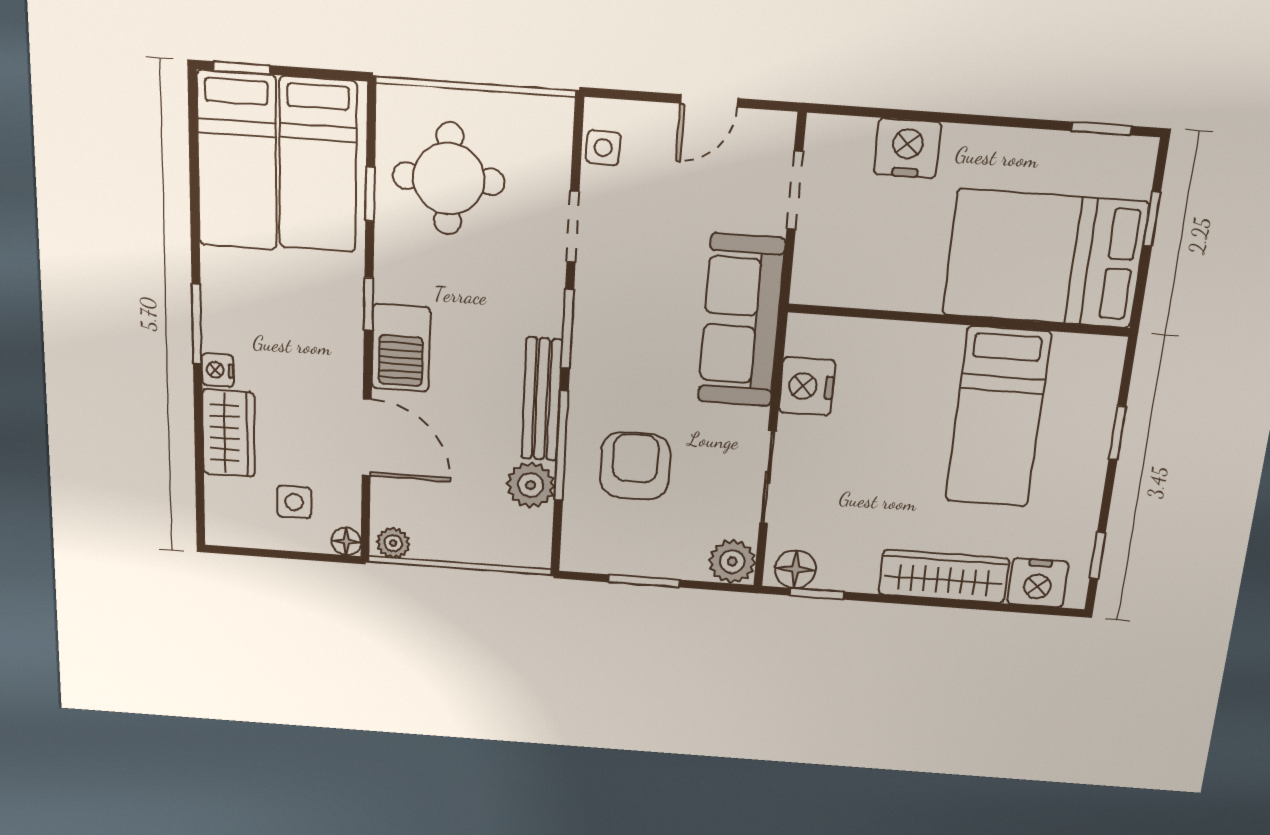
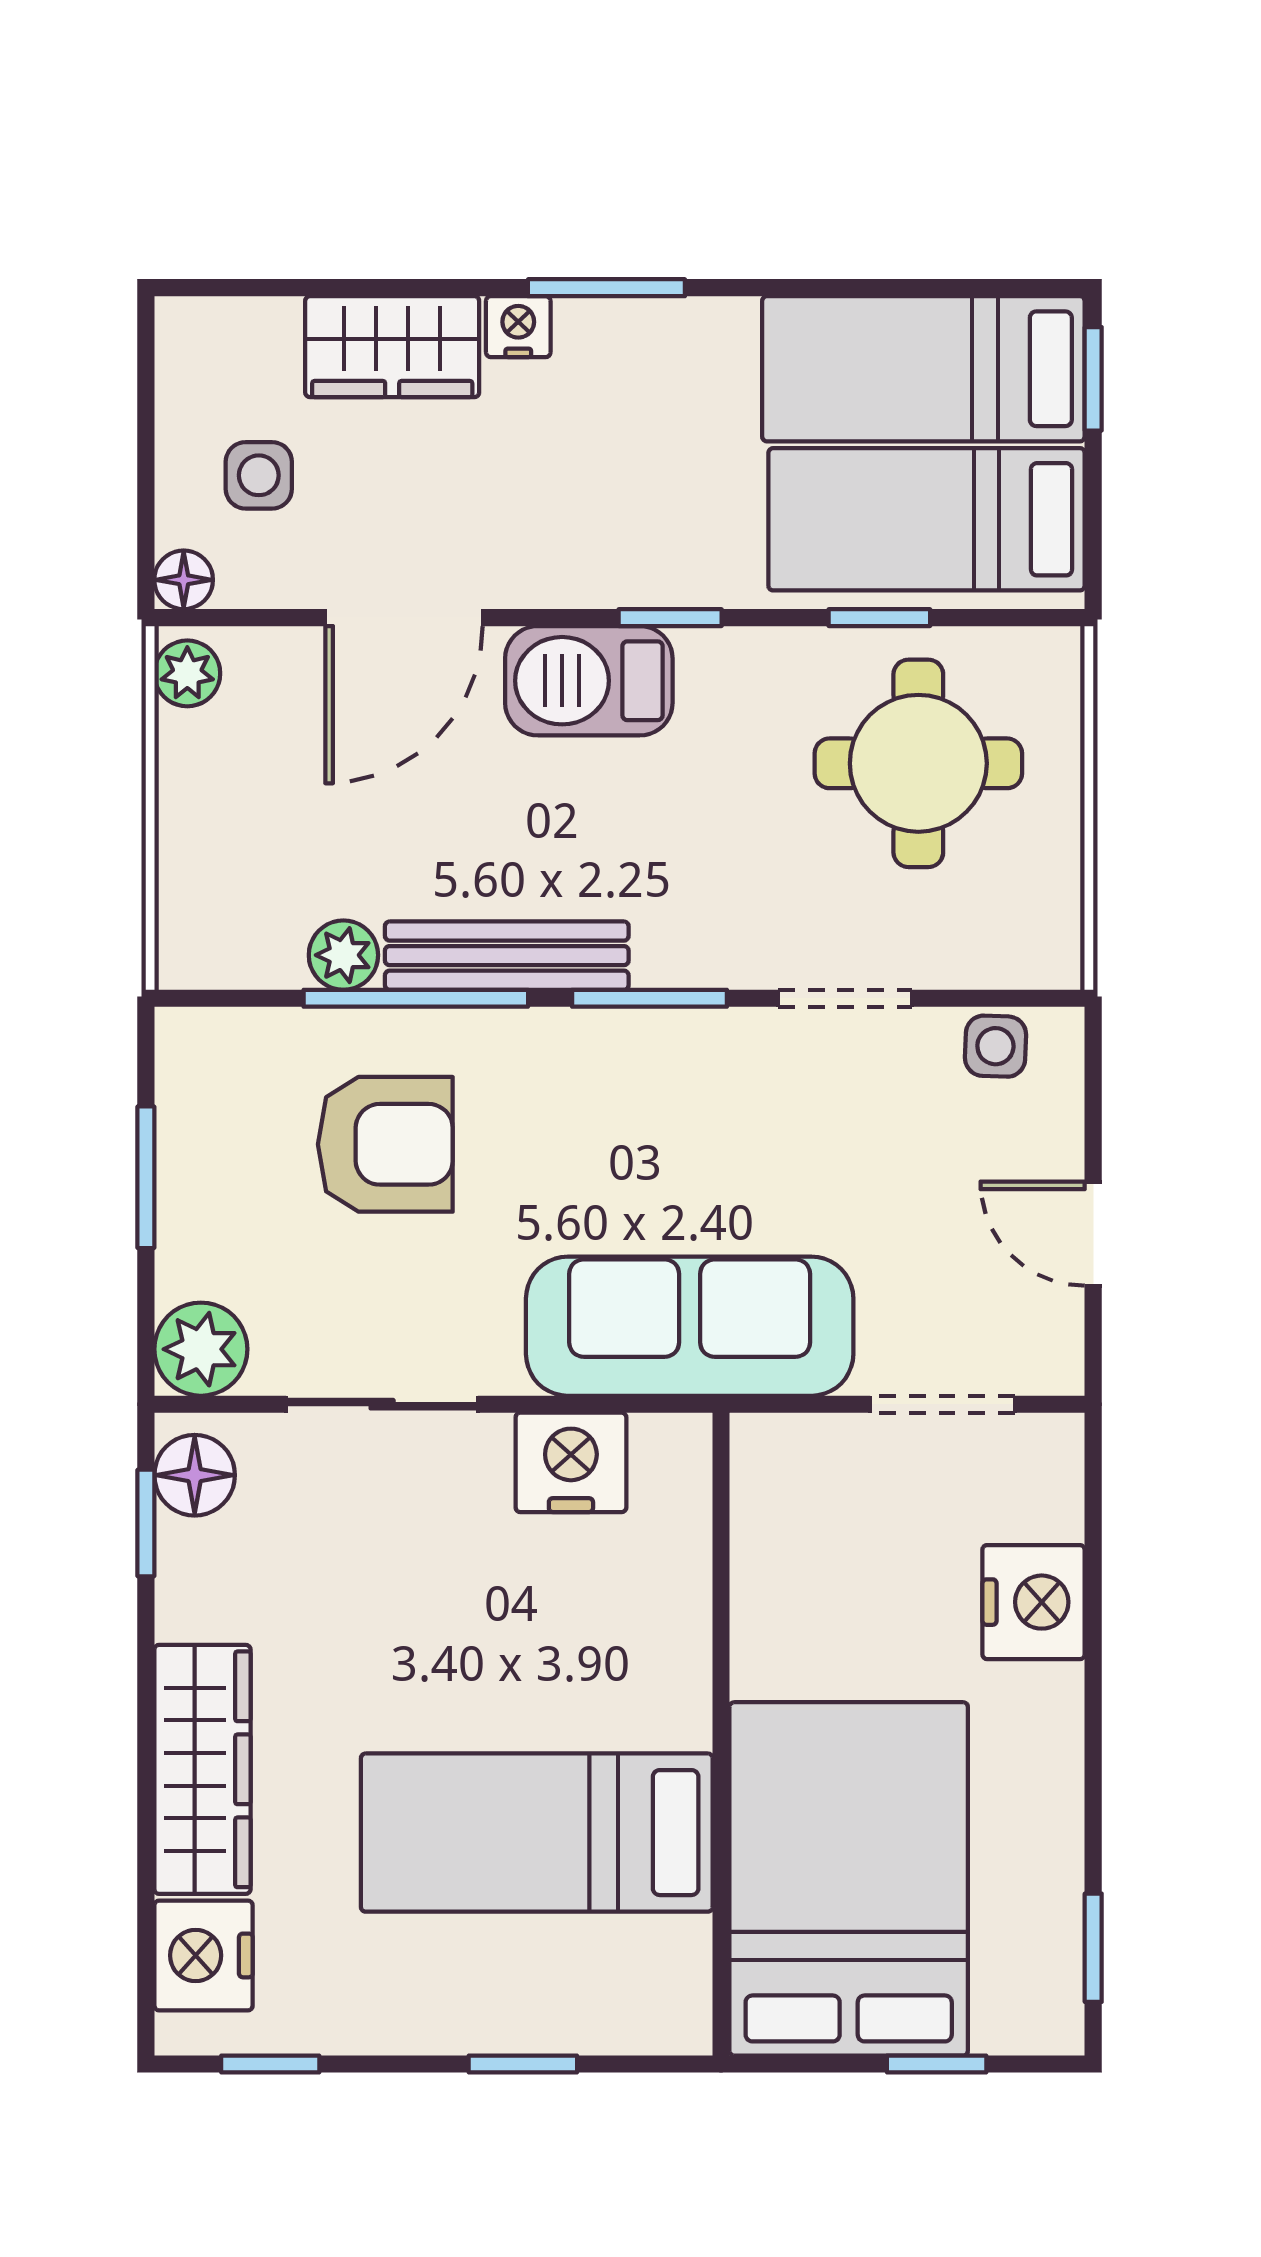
plant: (531, 485) -> (343, 955), width x0.73, depth x0.73

